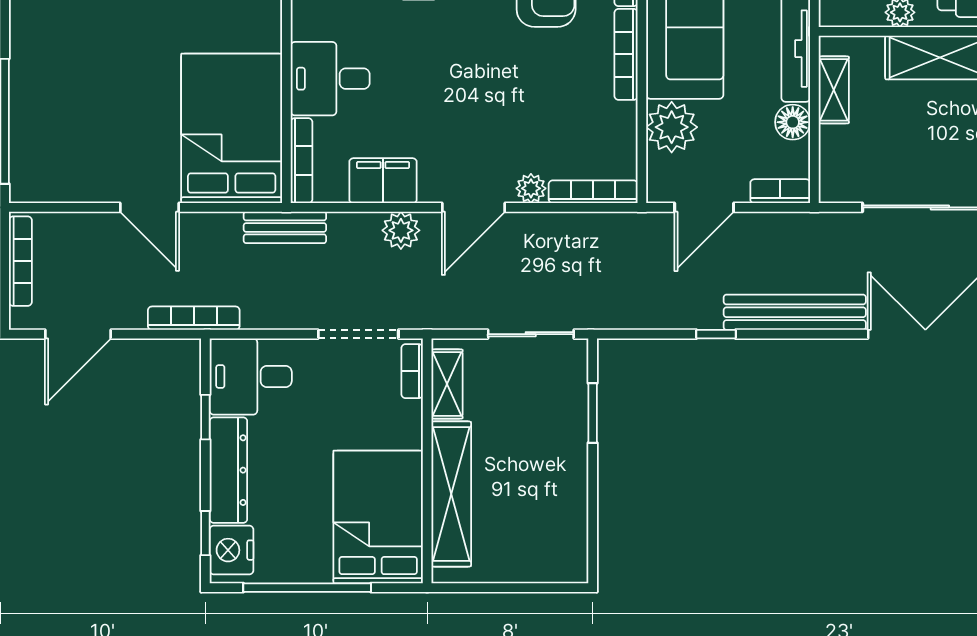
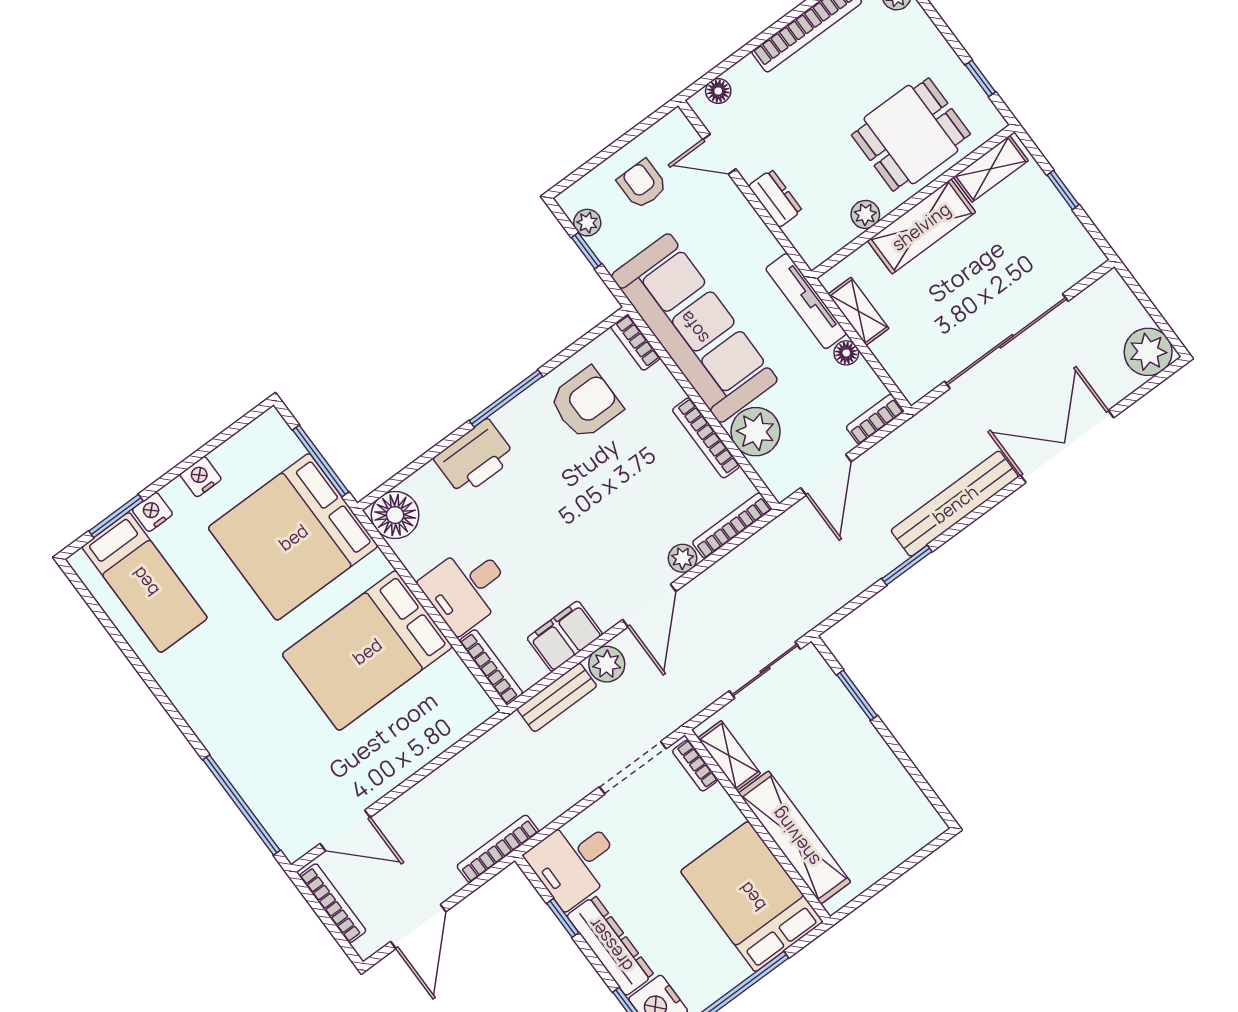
bookcase: (626, 54) -> (706, 438), moved
floor lamp: (793, 122) -> (846, 353), width x0.73, depth x0.73
bed: (232, 128) -> (367, 651), moved, turned -90
door: (149, 207) -> (345, 830), moved
bench: (285, 227) -> (557, 697), moved
window: (716, 334) -> (907, 565), width x1.50

